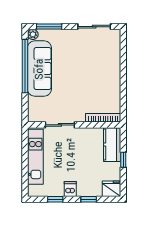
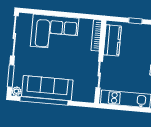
sliding door: (94, 27) -> (14, 36), width x1.37
corner sofa: (102, 71) -> (55, 32), added
kitchen counter: (112, 145) -> (112, 40), moved, turned -90

